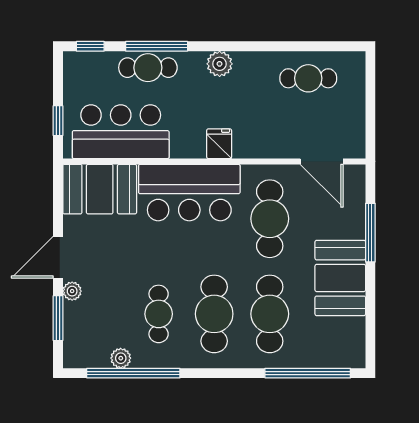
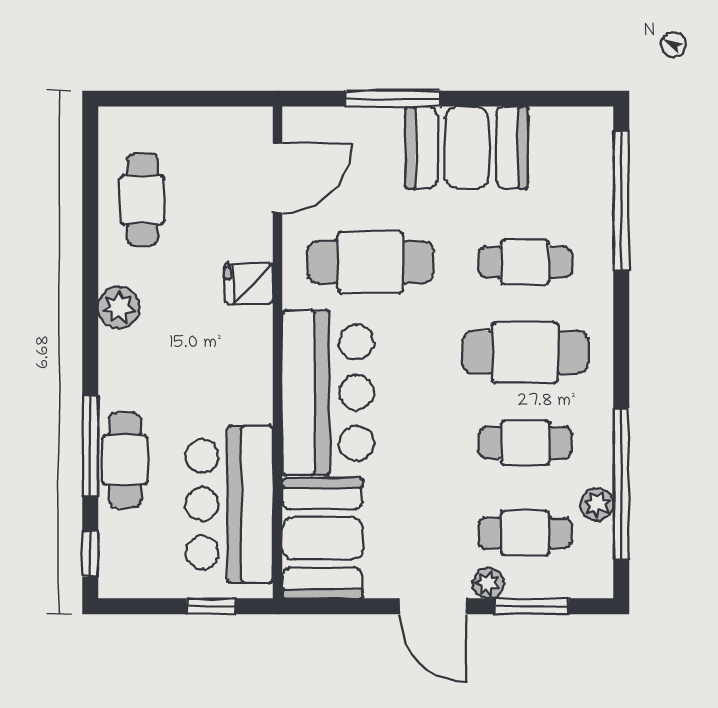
plant: (220, 64) -> (119, 307), moved
fridge: (219, 144) -> (249, 284), moved
cafe table: (103, 314) -> (525, 533), added
cafe table: (270, 314) -> (525, 262), width x0.73, depth x0.74

